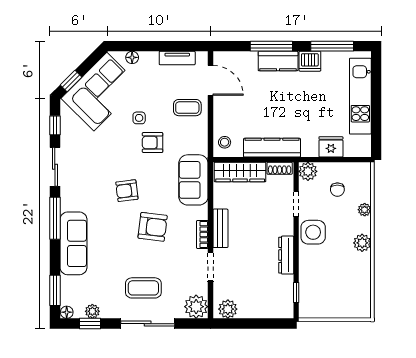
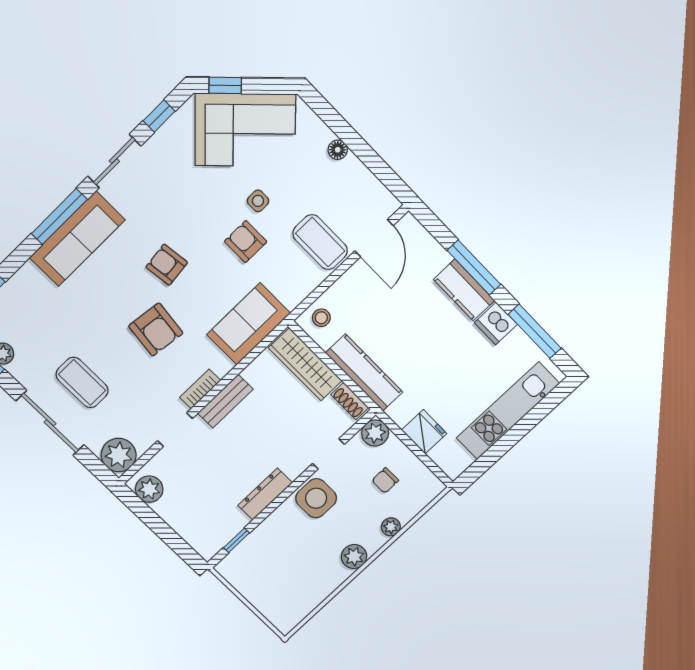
floor lamp: (132, 57) -> (338, 150), moved
tv unit: (177, 58) -> (364, 178), removed
coffee table: (187, 108) -> (320, 242), width x1.36, depth x1.30
sofa: (73, 243) -> (77, 239), moved

